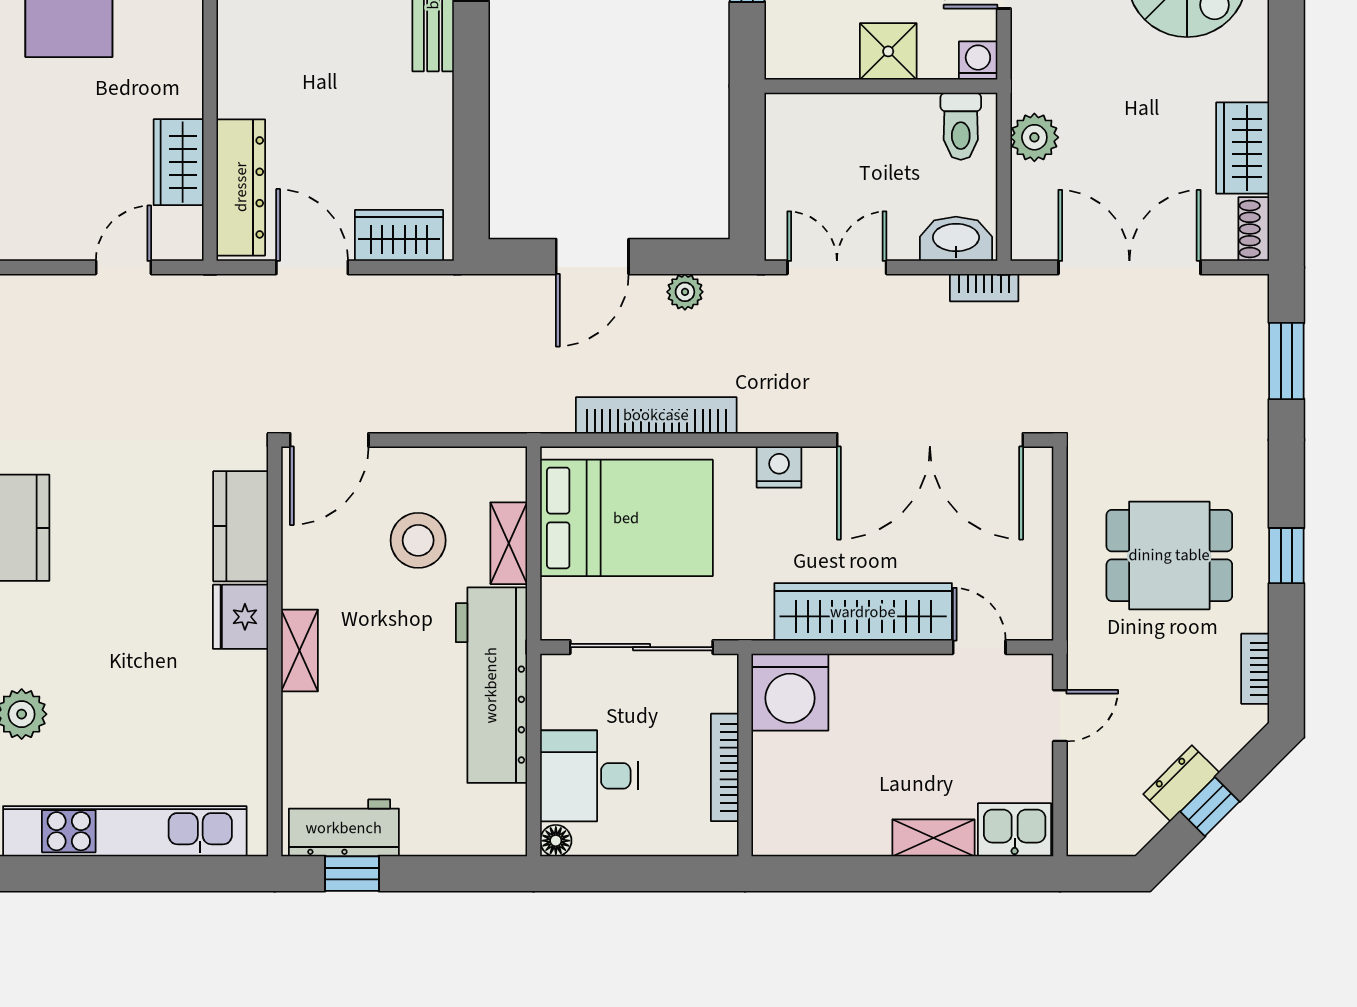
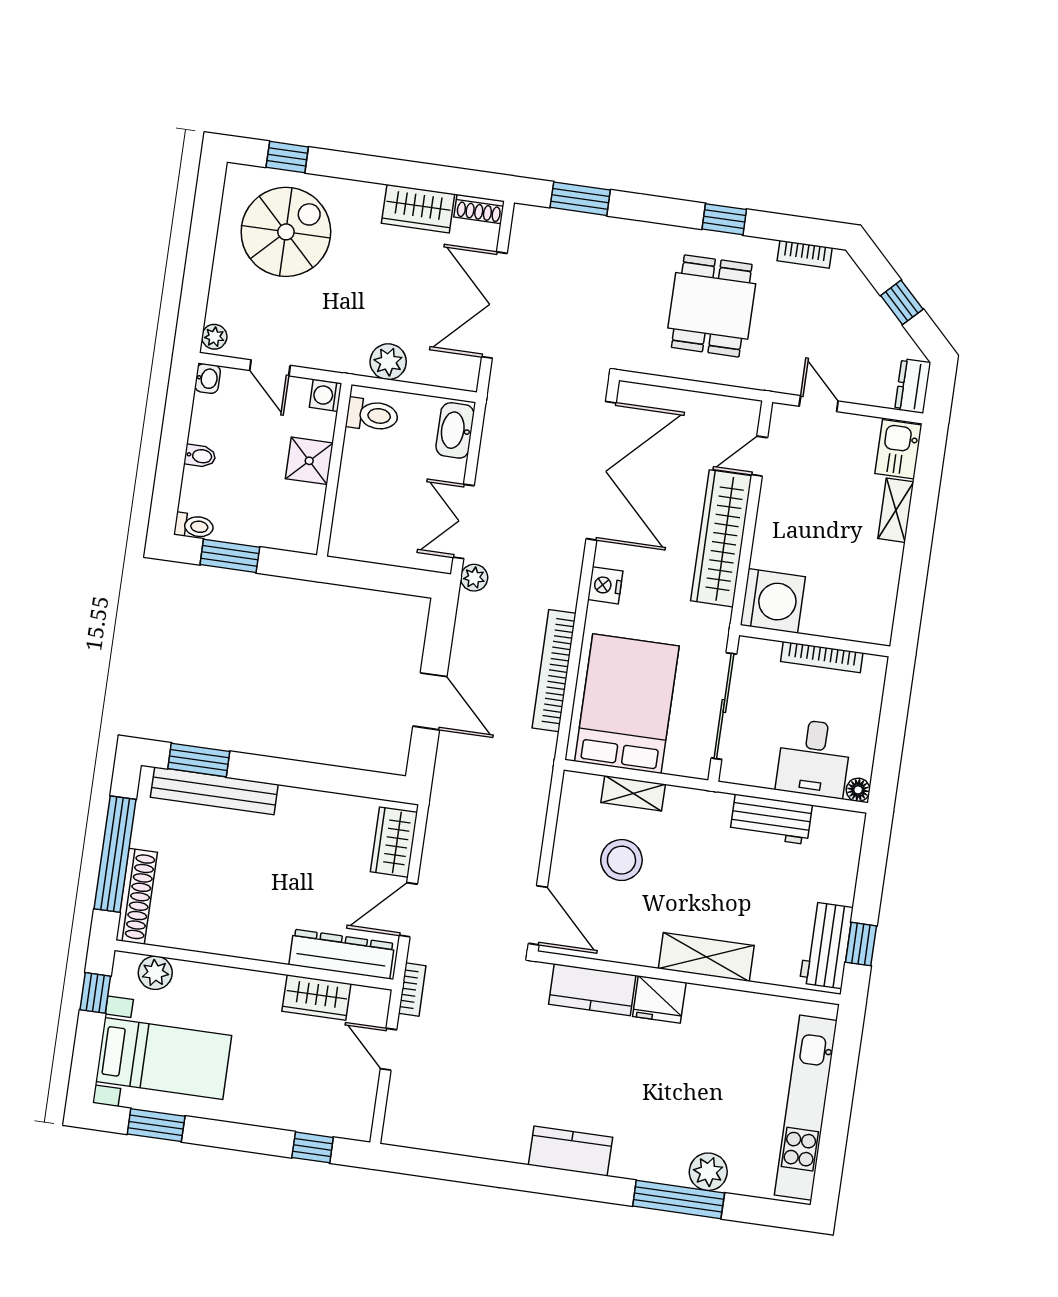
bookcase: (984, 288) -> (412, 989), moved
plant: (685, 292) -> (474, 578), moved
shelving: (300, 651) -> (706, 957), width x1.50, depth x1.33
workbench: (491, 685) -> (771, 819), width x0.53, depth x0.76
dresser: (1181, 783) -> (913, 386), moved, turned 45

